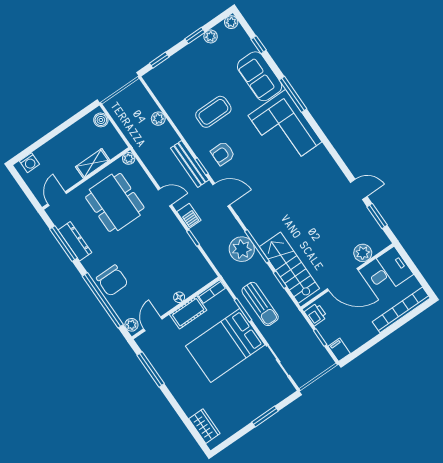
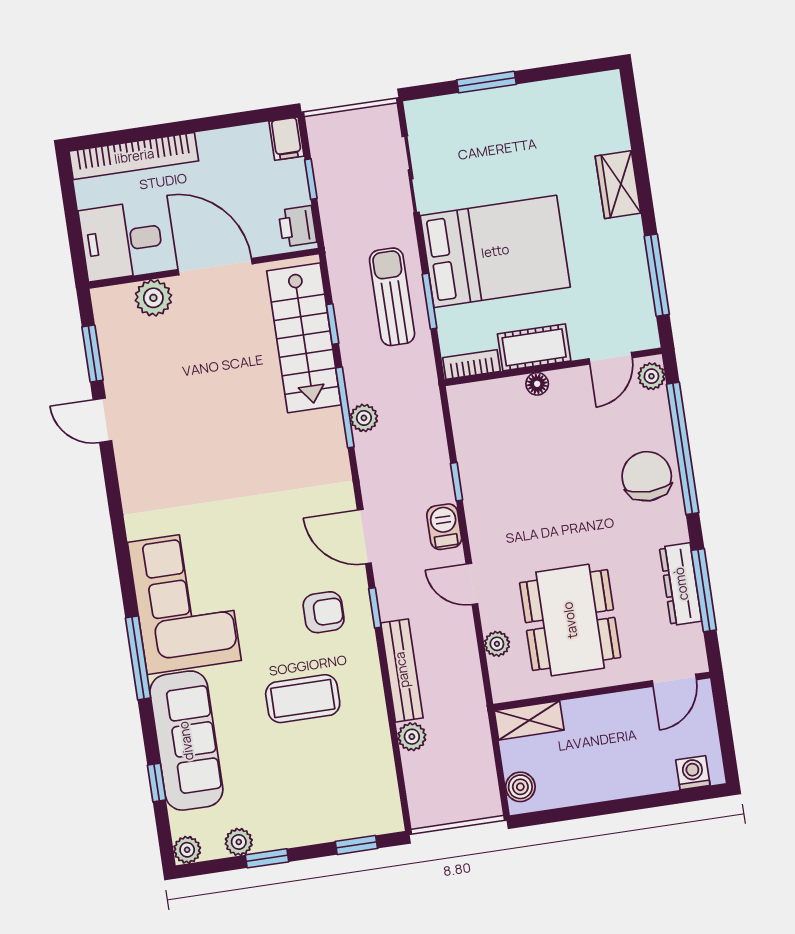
sofa: (260, 76) -> (186, 741), width x1.36
plant: (129, 158) -> (497, 644), moved
shelving: (93, 163) -> (529, 720), moved
bench: (190, 164) -> (402, 670), moved
plant: (242, 249) -> (364, 418), width x0.53, depth x0.53
wardrobe: (204, 426) -> (618, 185), moved

